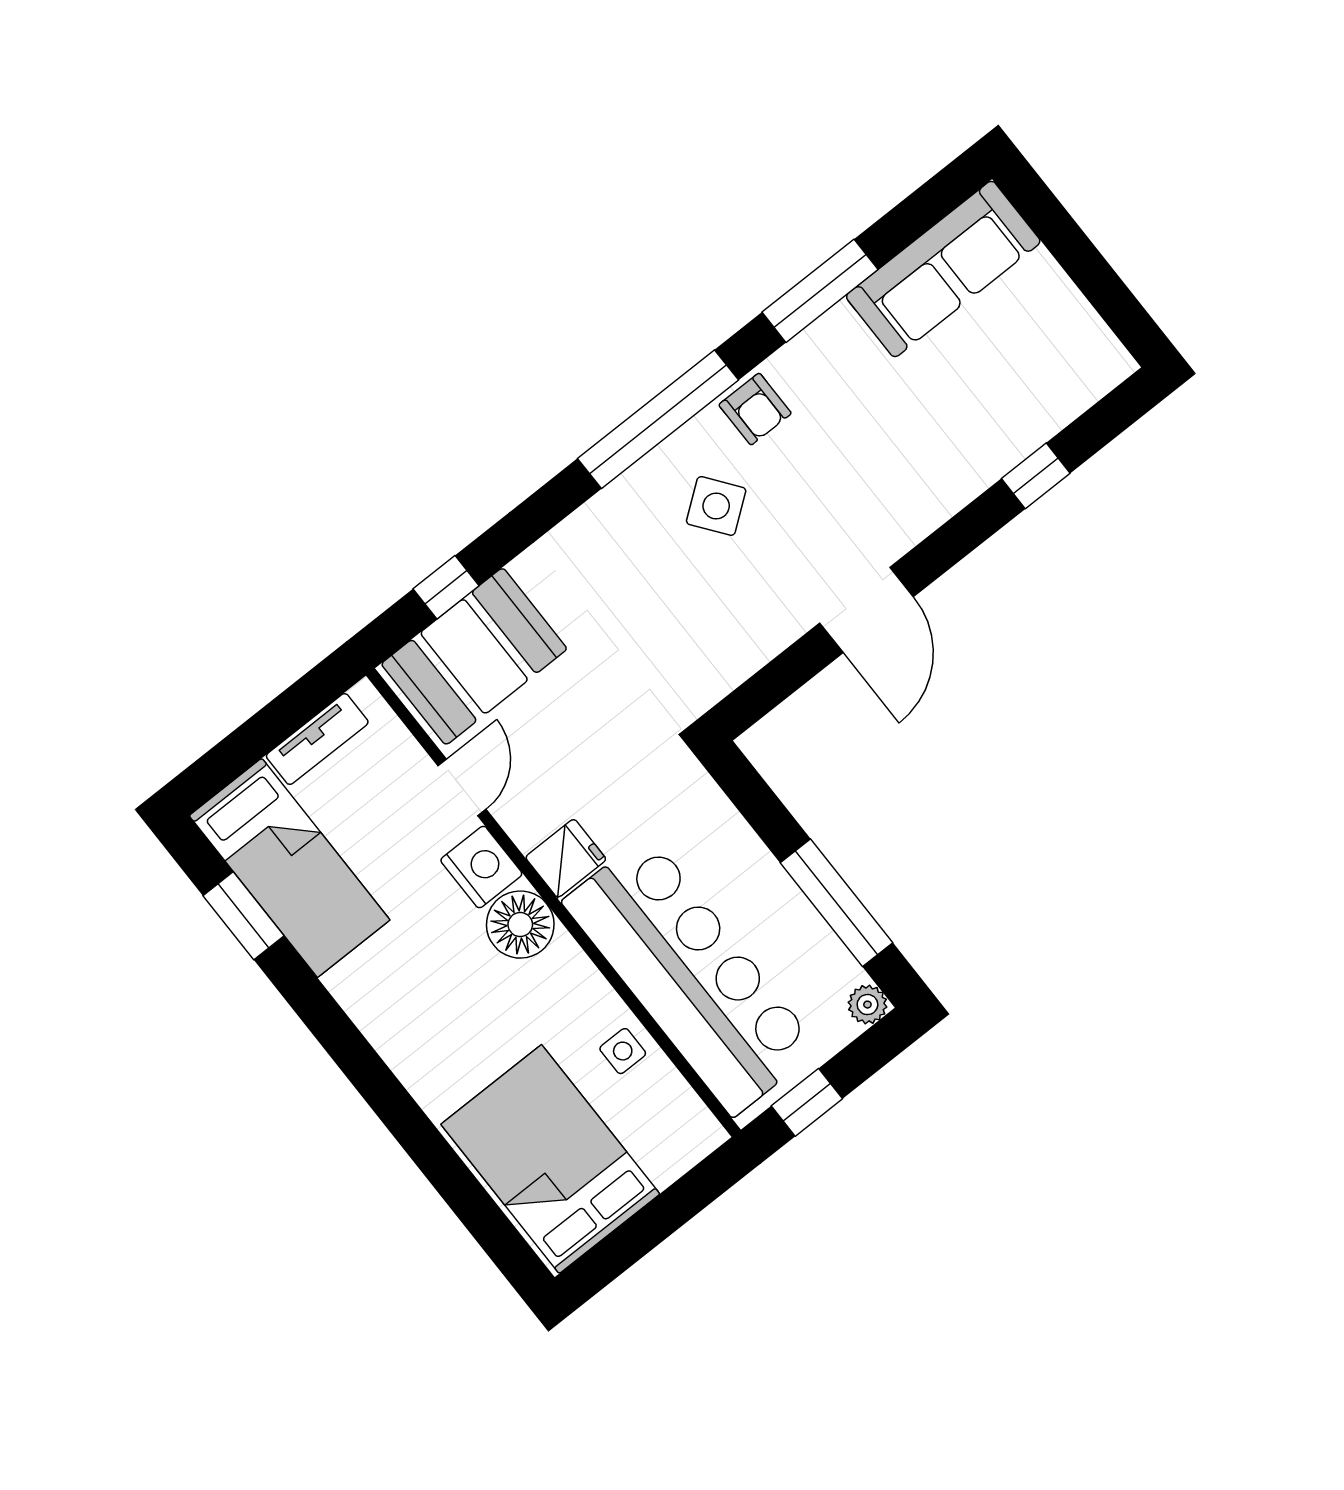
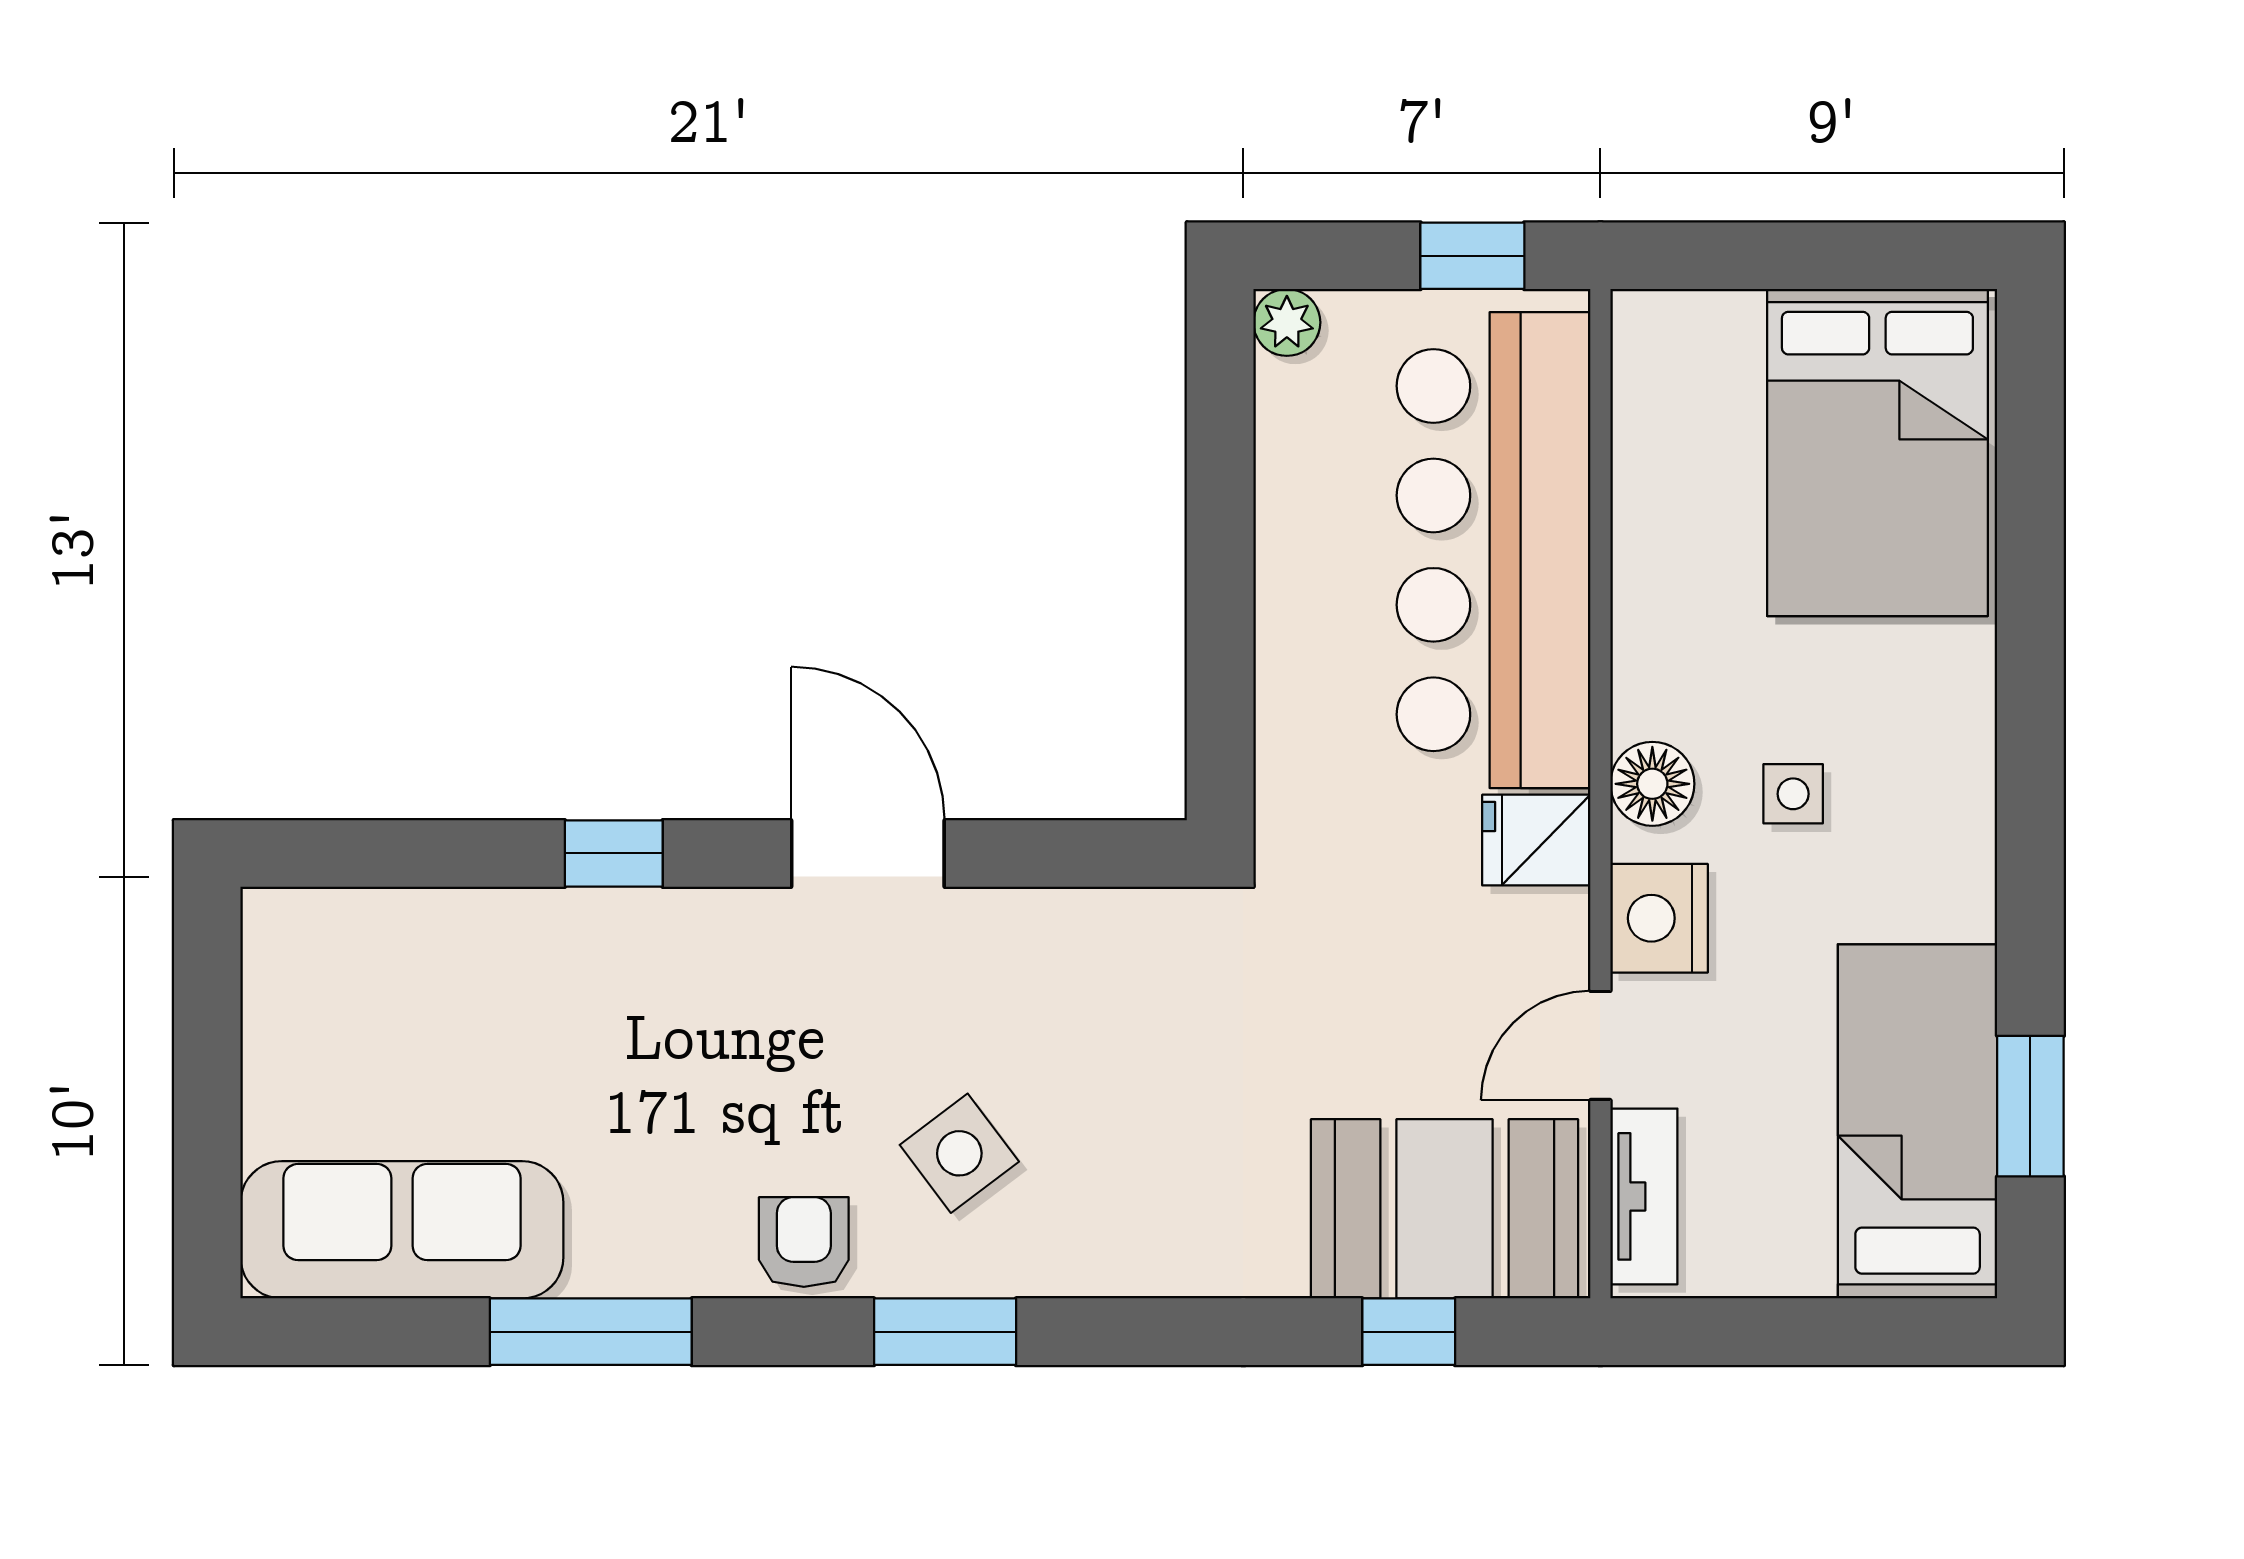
window: (658, 419) -> (945, 1332), width x0.47
window: (1036, 476) -> (614, 853), moved
door: (867, 610) -> (868, 853), hinge flipped
tv unit: (317, 739) -> (1644, 1196), moved, turned 90
window: (836, 903) -> (1220, 492), removed
floor lamp: (520, 925) -> (1652, 784), width x0.73, depth x0.73
side table: (623, 1051) -> (1793, 794), moved

